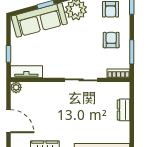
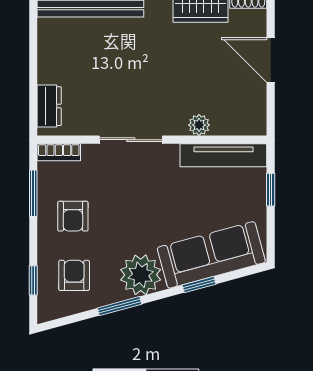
tv unit: (26, 72) -> (223, 155), width x1.41
plant: (16, 87) -> (199, 125), moved
dresser: (124, 110) -> (49, 106), moved

